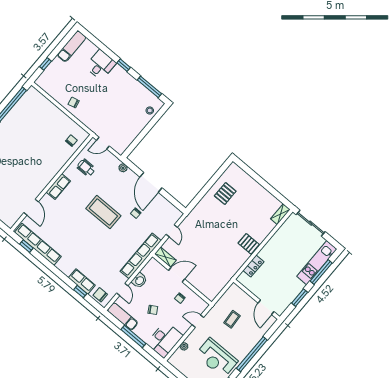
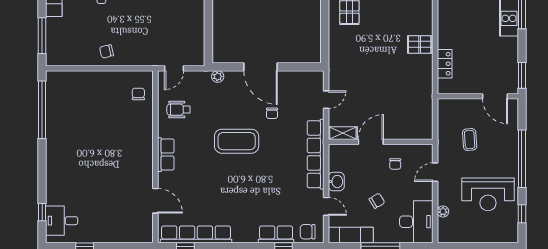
window: (46, 64) -> (42, 36), width x2.17
door: (172, 231) -> (326, 100), hinge flipped
window: (300, 298) -> (522, 75), moved

